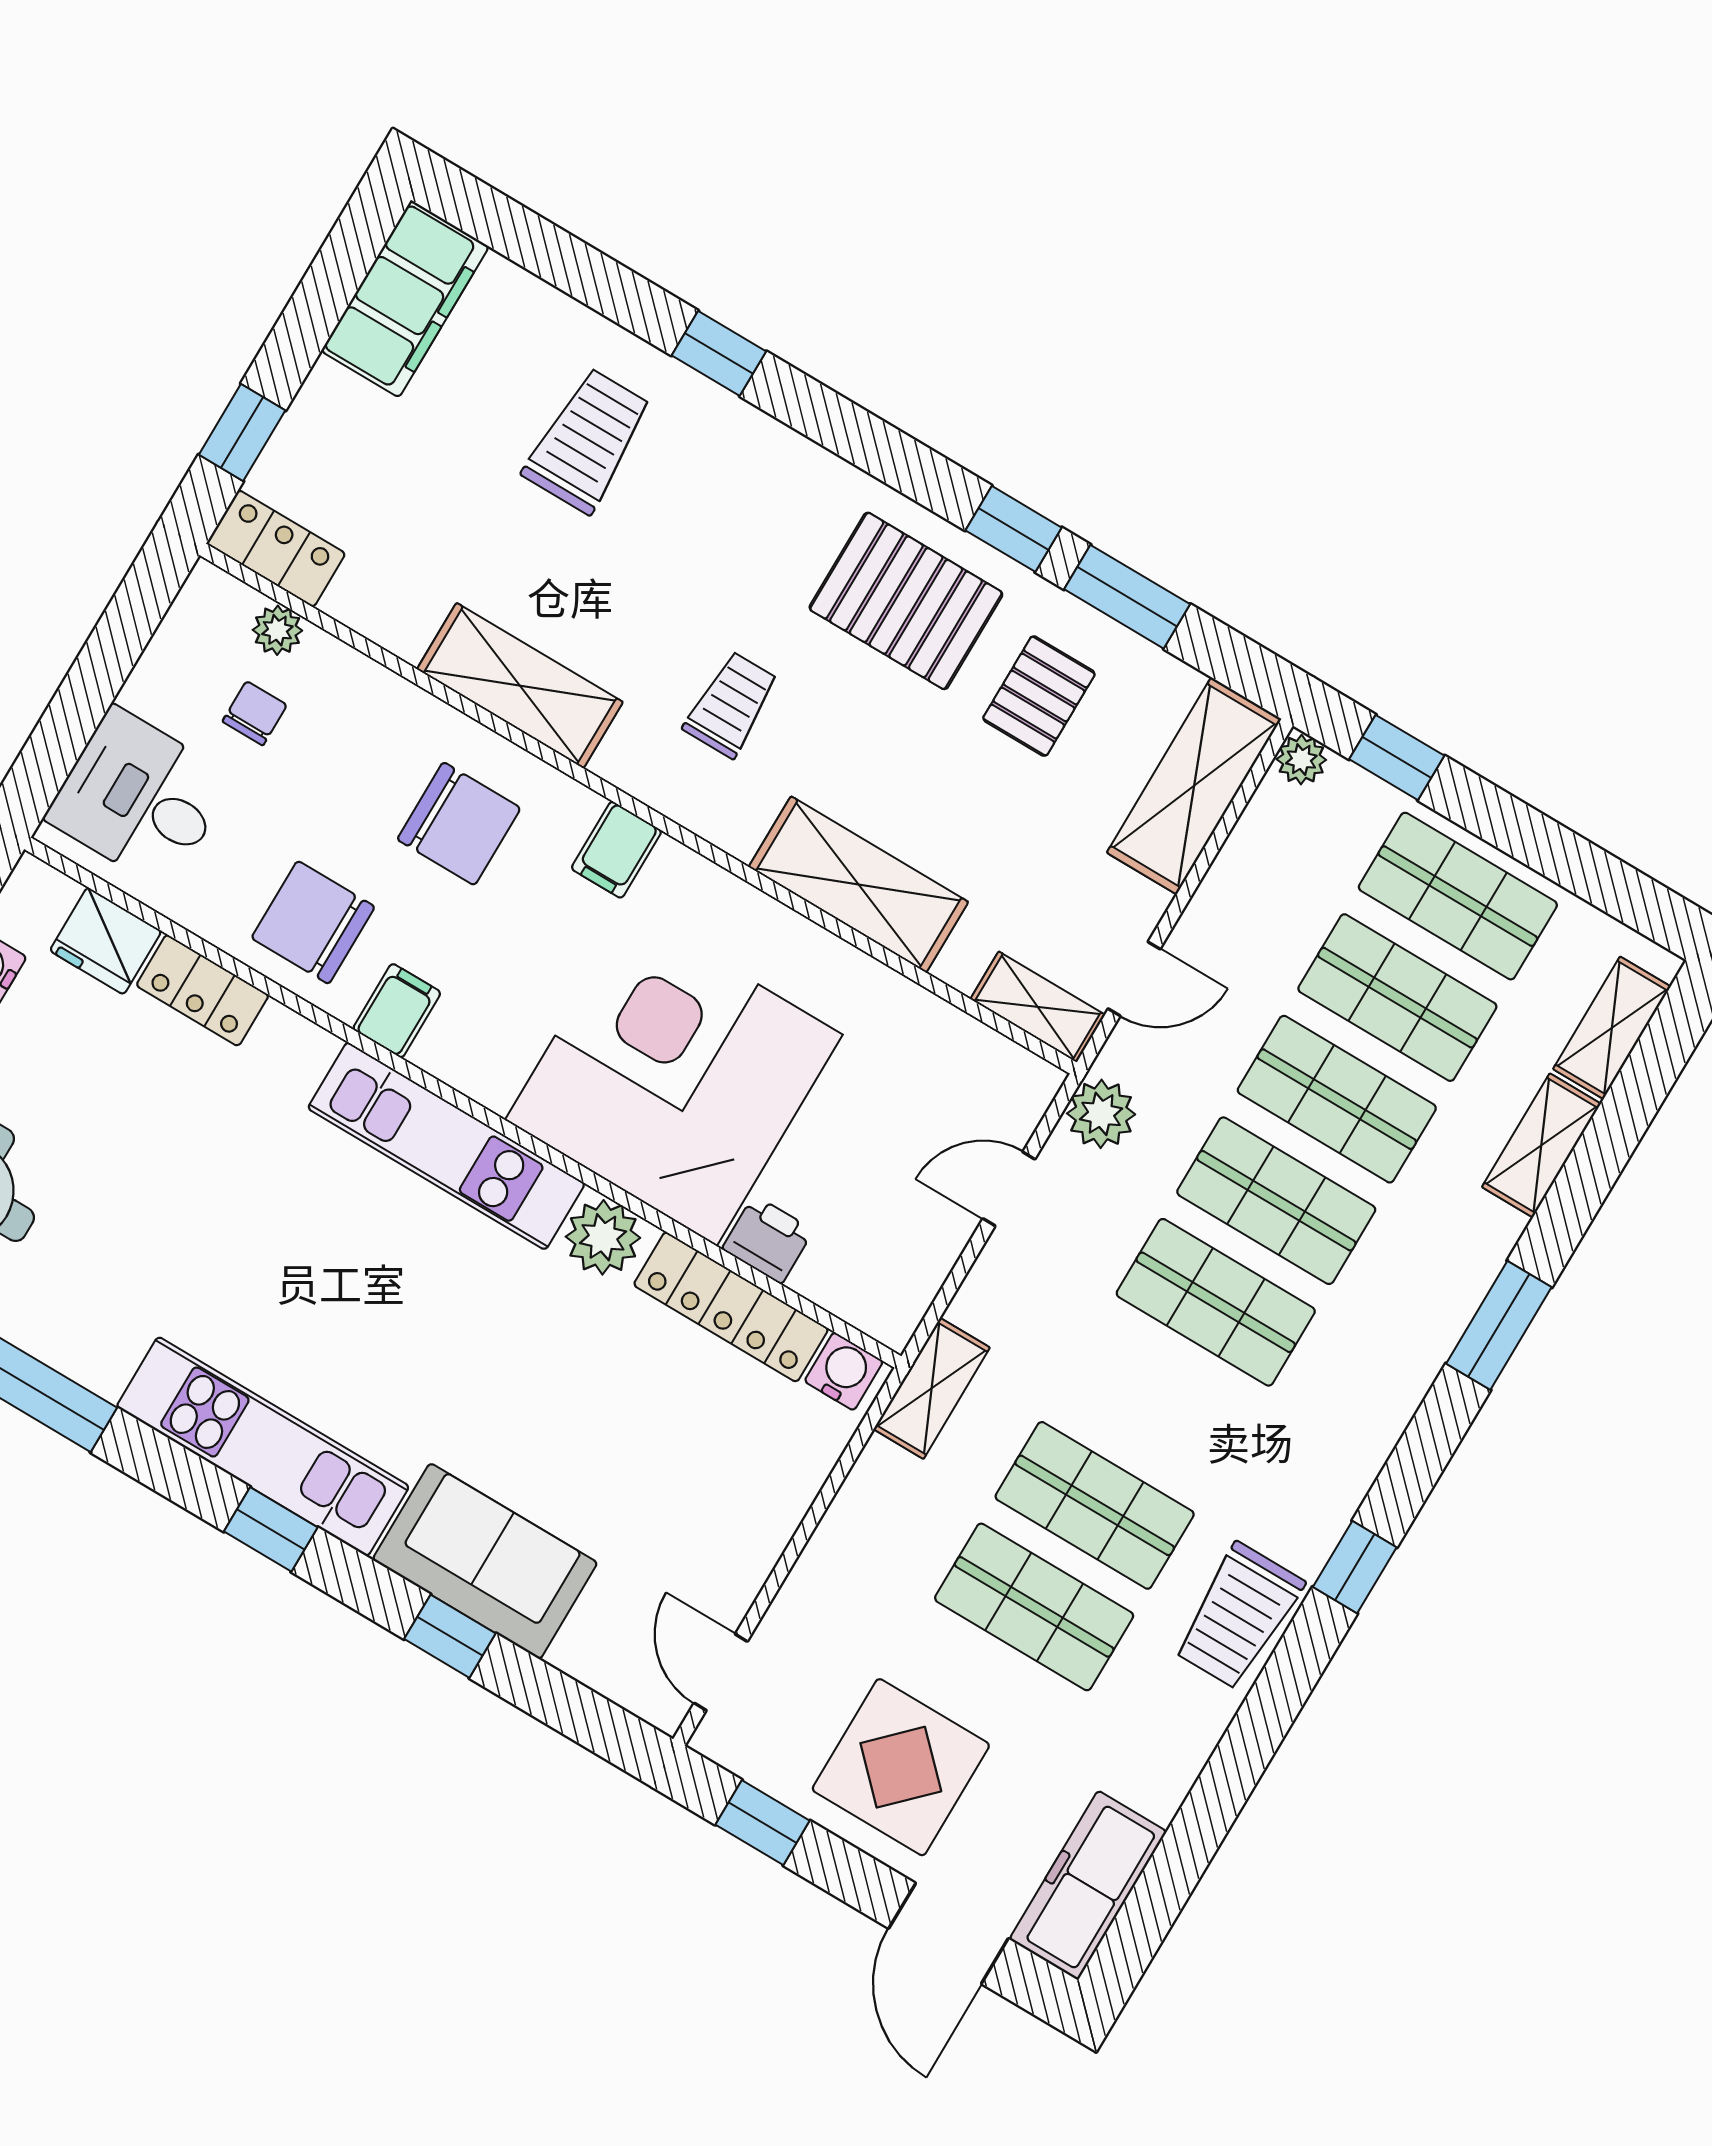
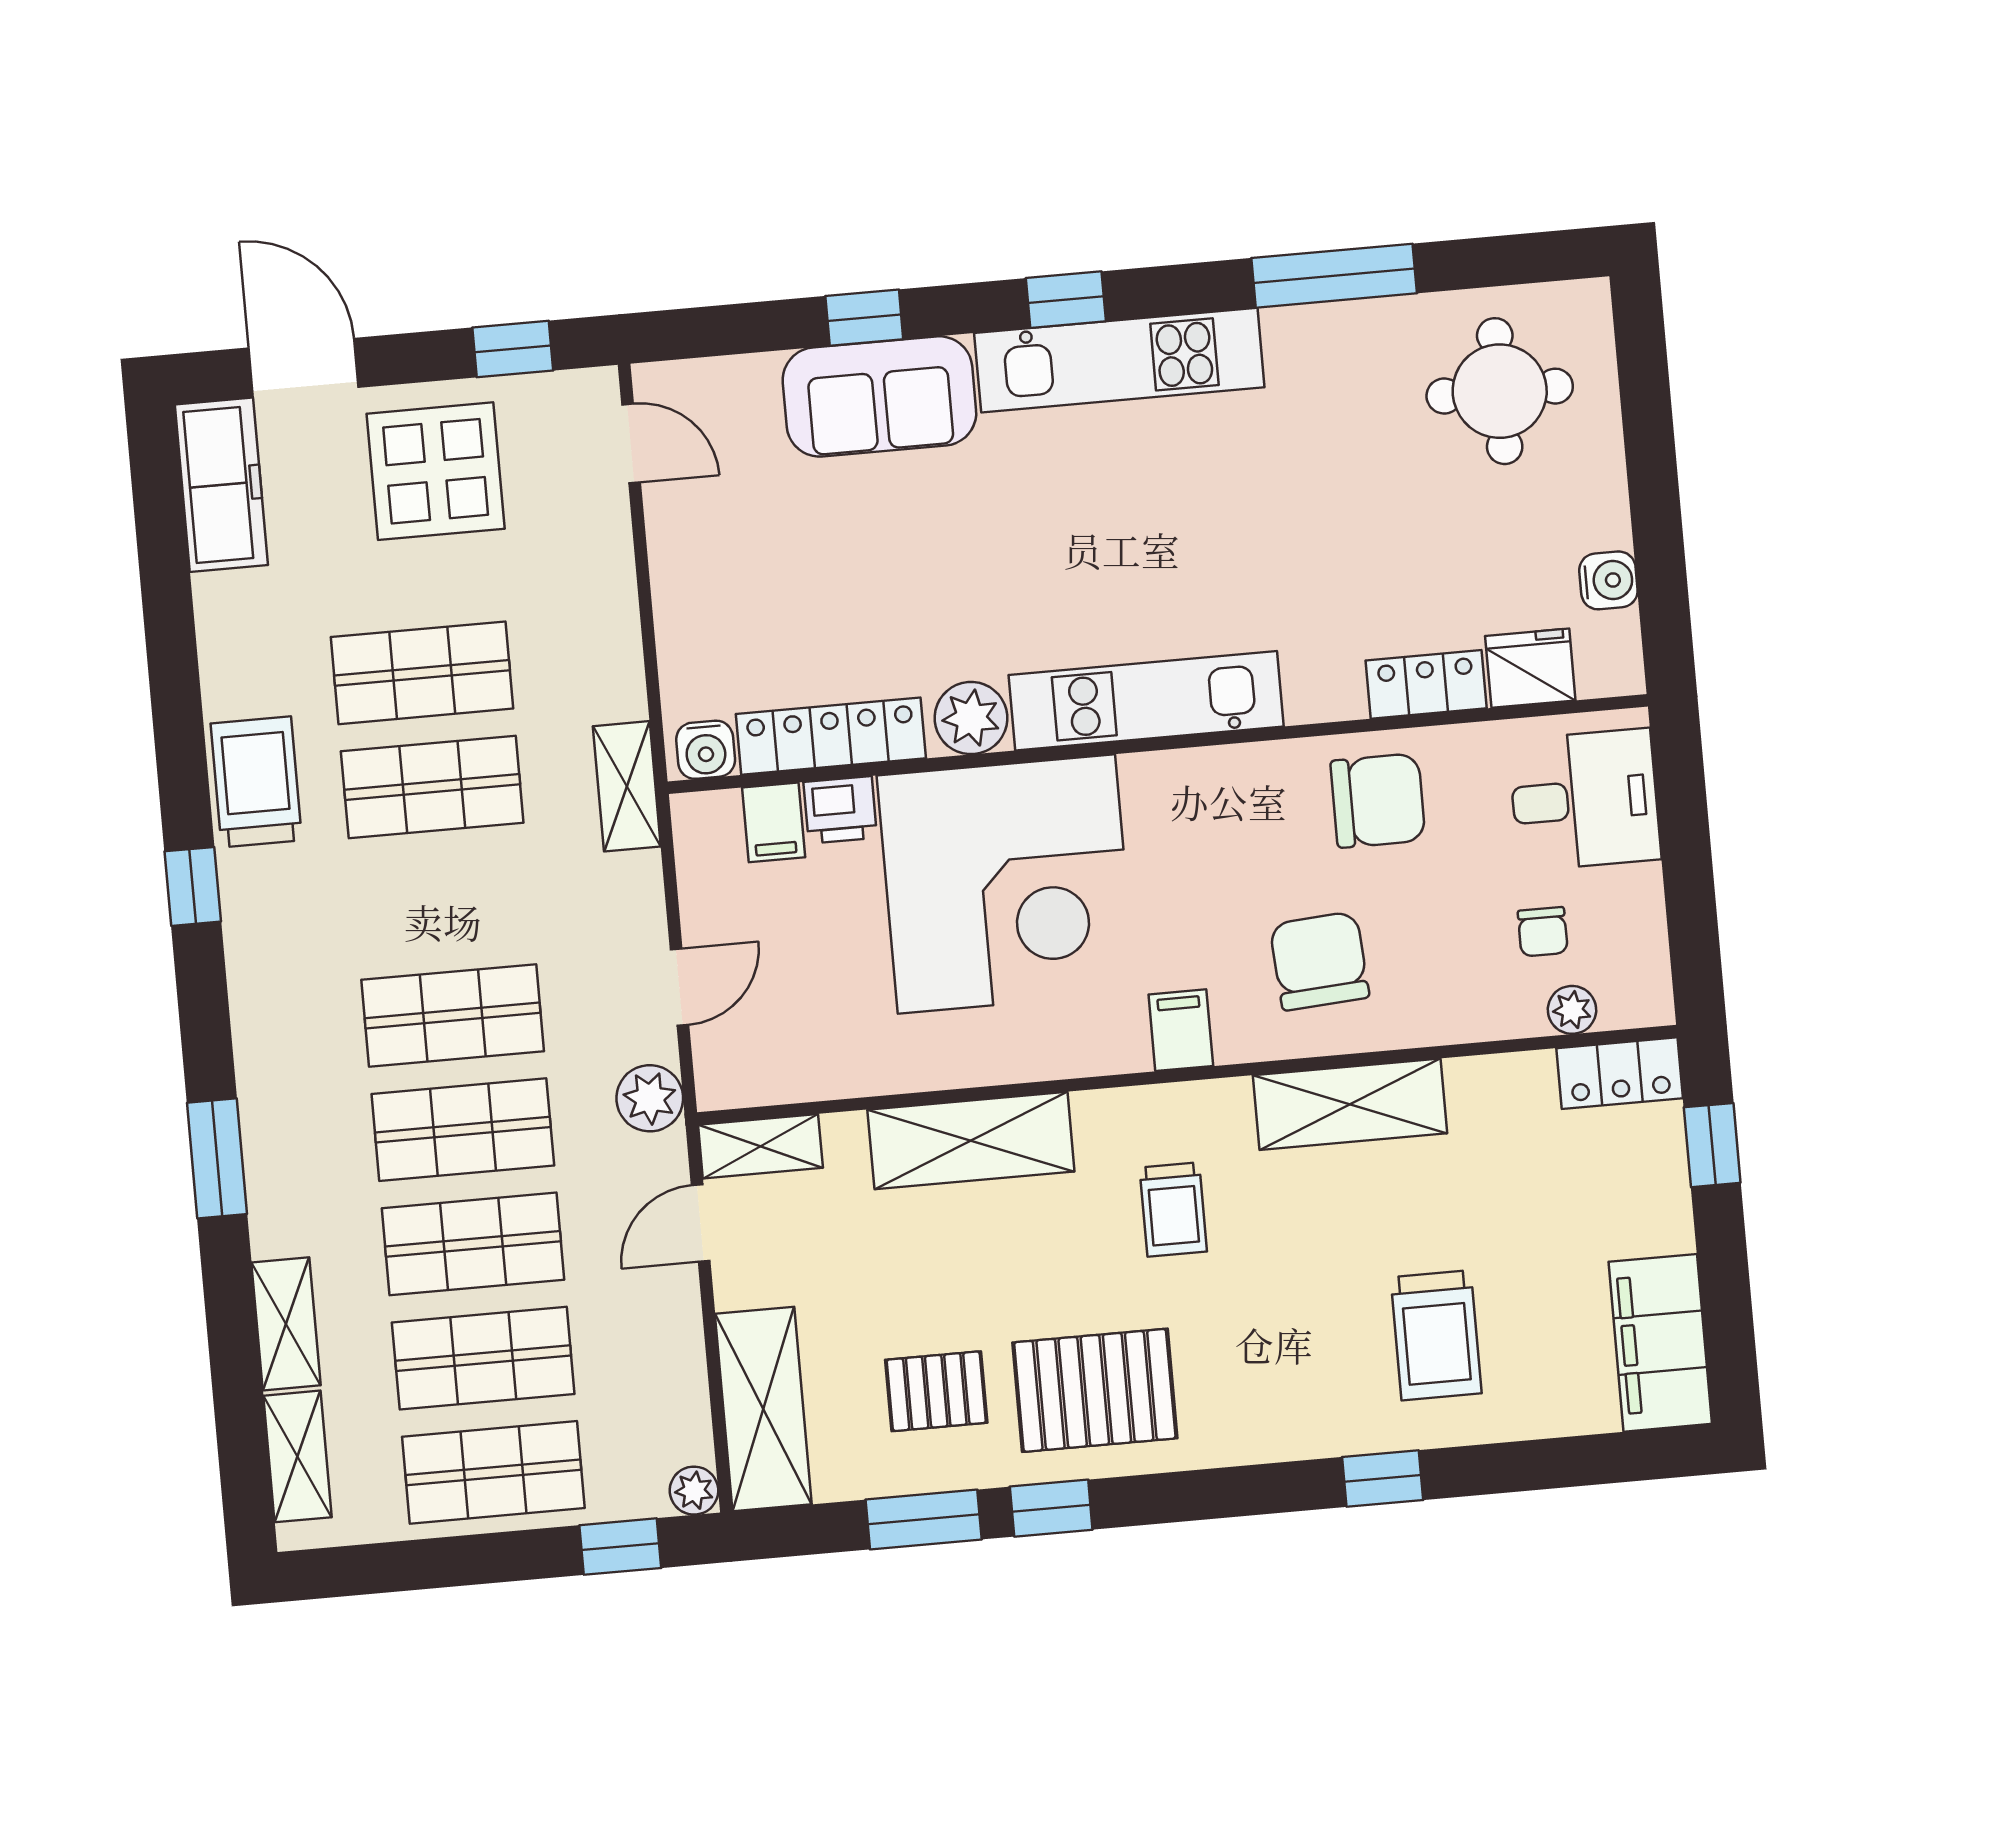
pallet: (1039, 696) -> (936, 1391), turned 90
chair: (459, 824) -> (1319, 961), turned 86
filing cabinet: (397, 1011) -> (774, 822), moved

